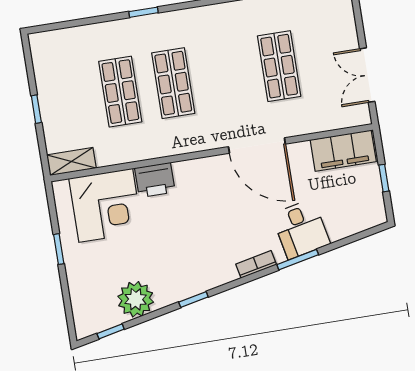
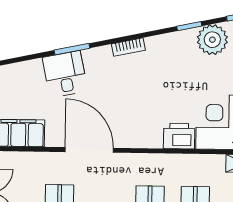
bookcase: (256, 264) -> (128, 47), moved
window: (193, 300) -> (189, 26), moved

